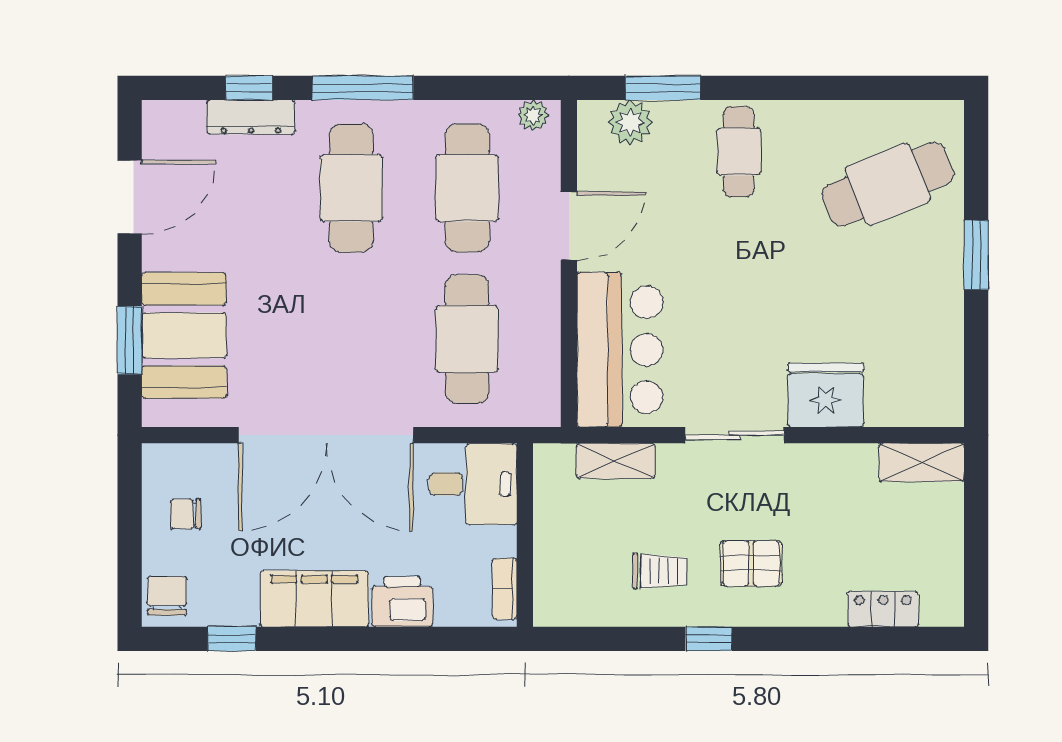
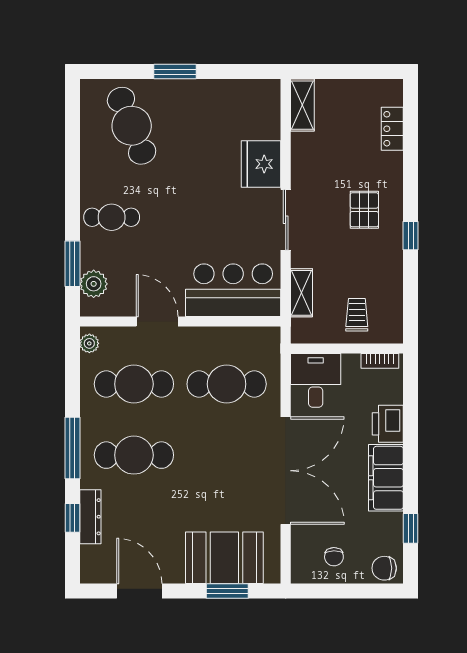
trolley: (660, 571) -> (357, 315), moved

